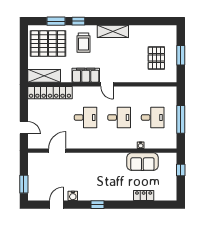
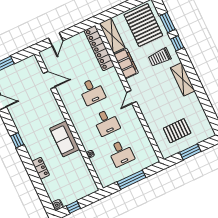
filing cabinet: (86, 75) -> (126, 63), moved
sofa: (142, 162) -> (65, 139), moved
window: (181, 170) -> (73, 207), moved
locker: (144, 195) -> (41, 168), moved
water cooler: (73, 196) -> (57, 205), moved

